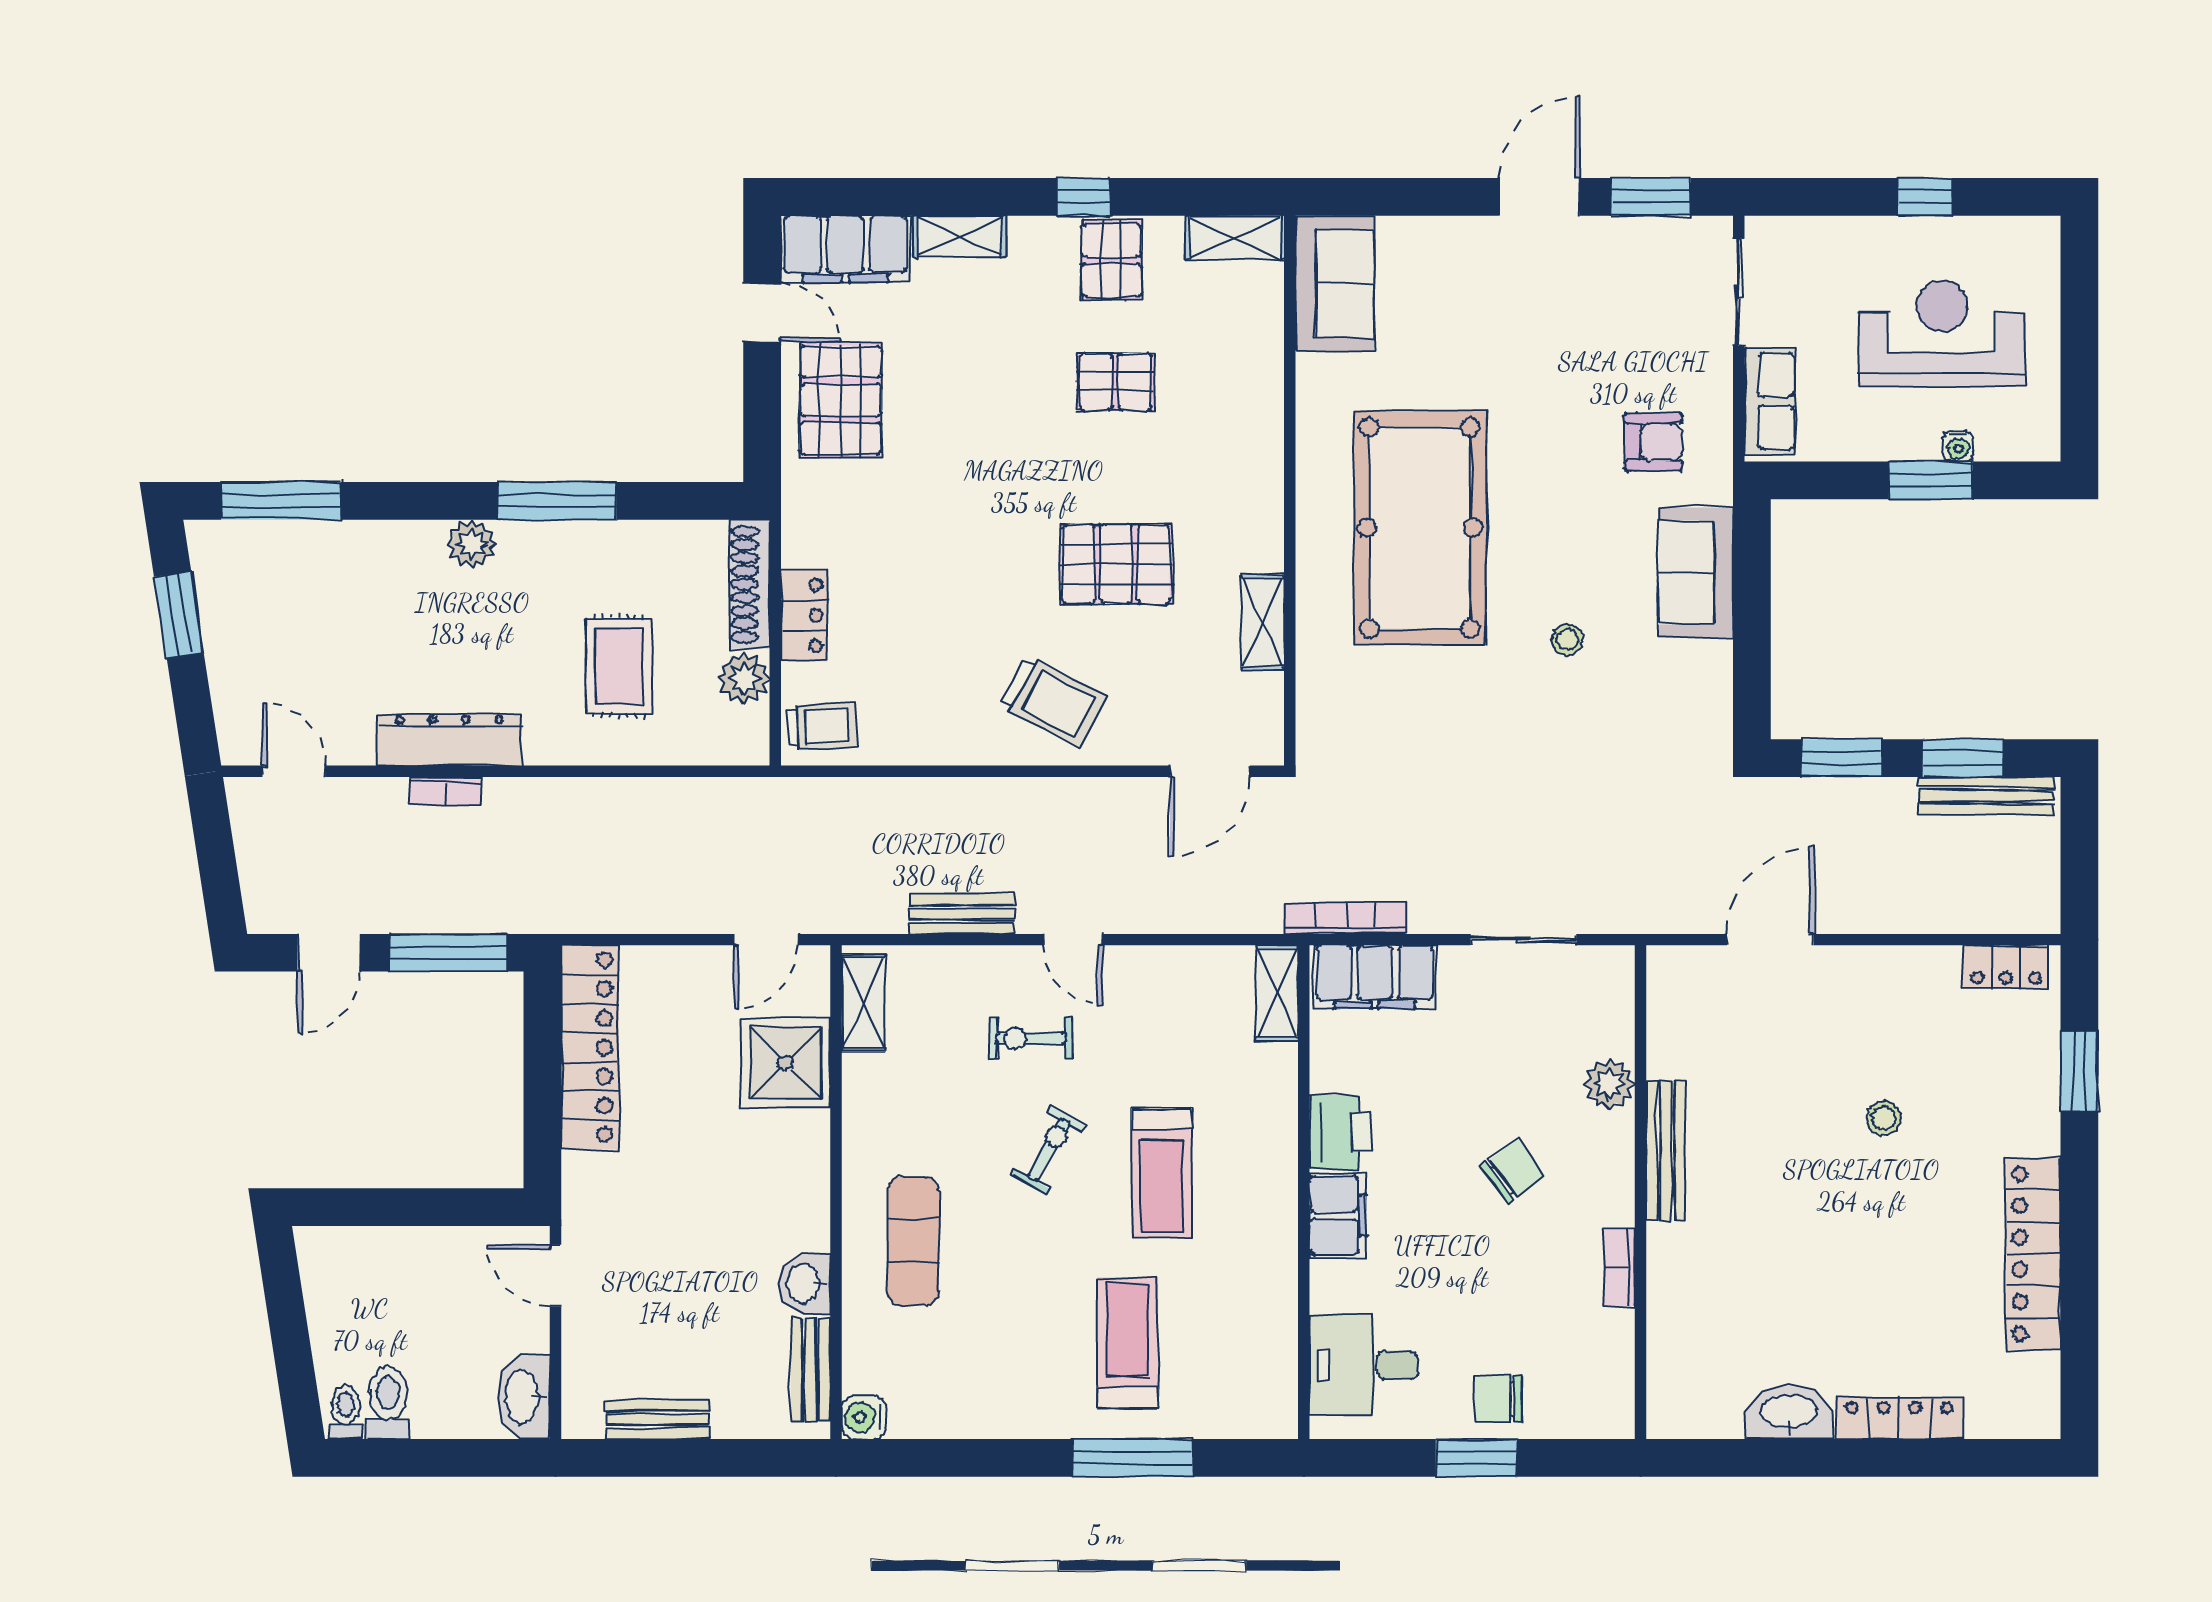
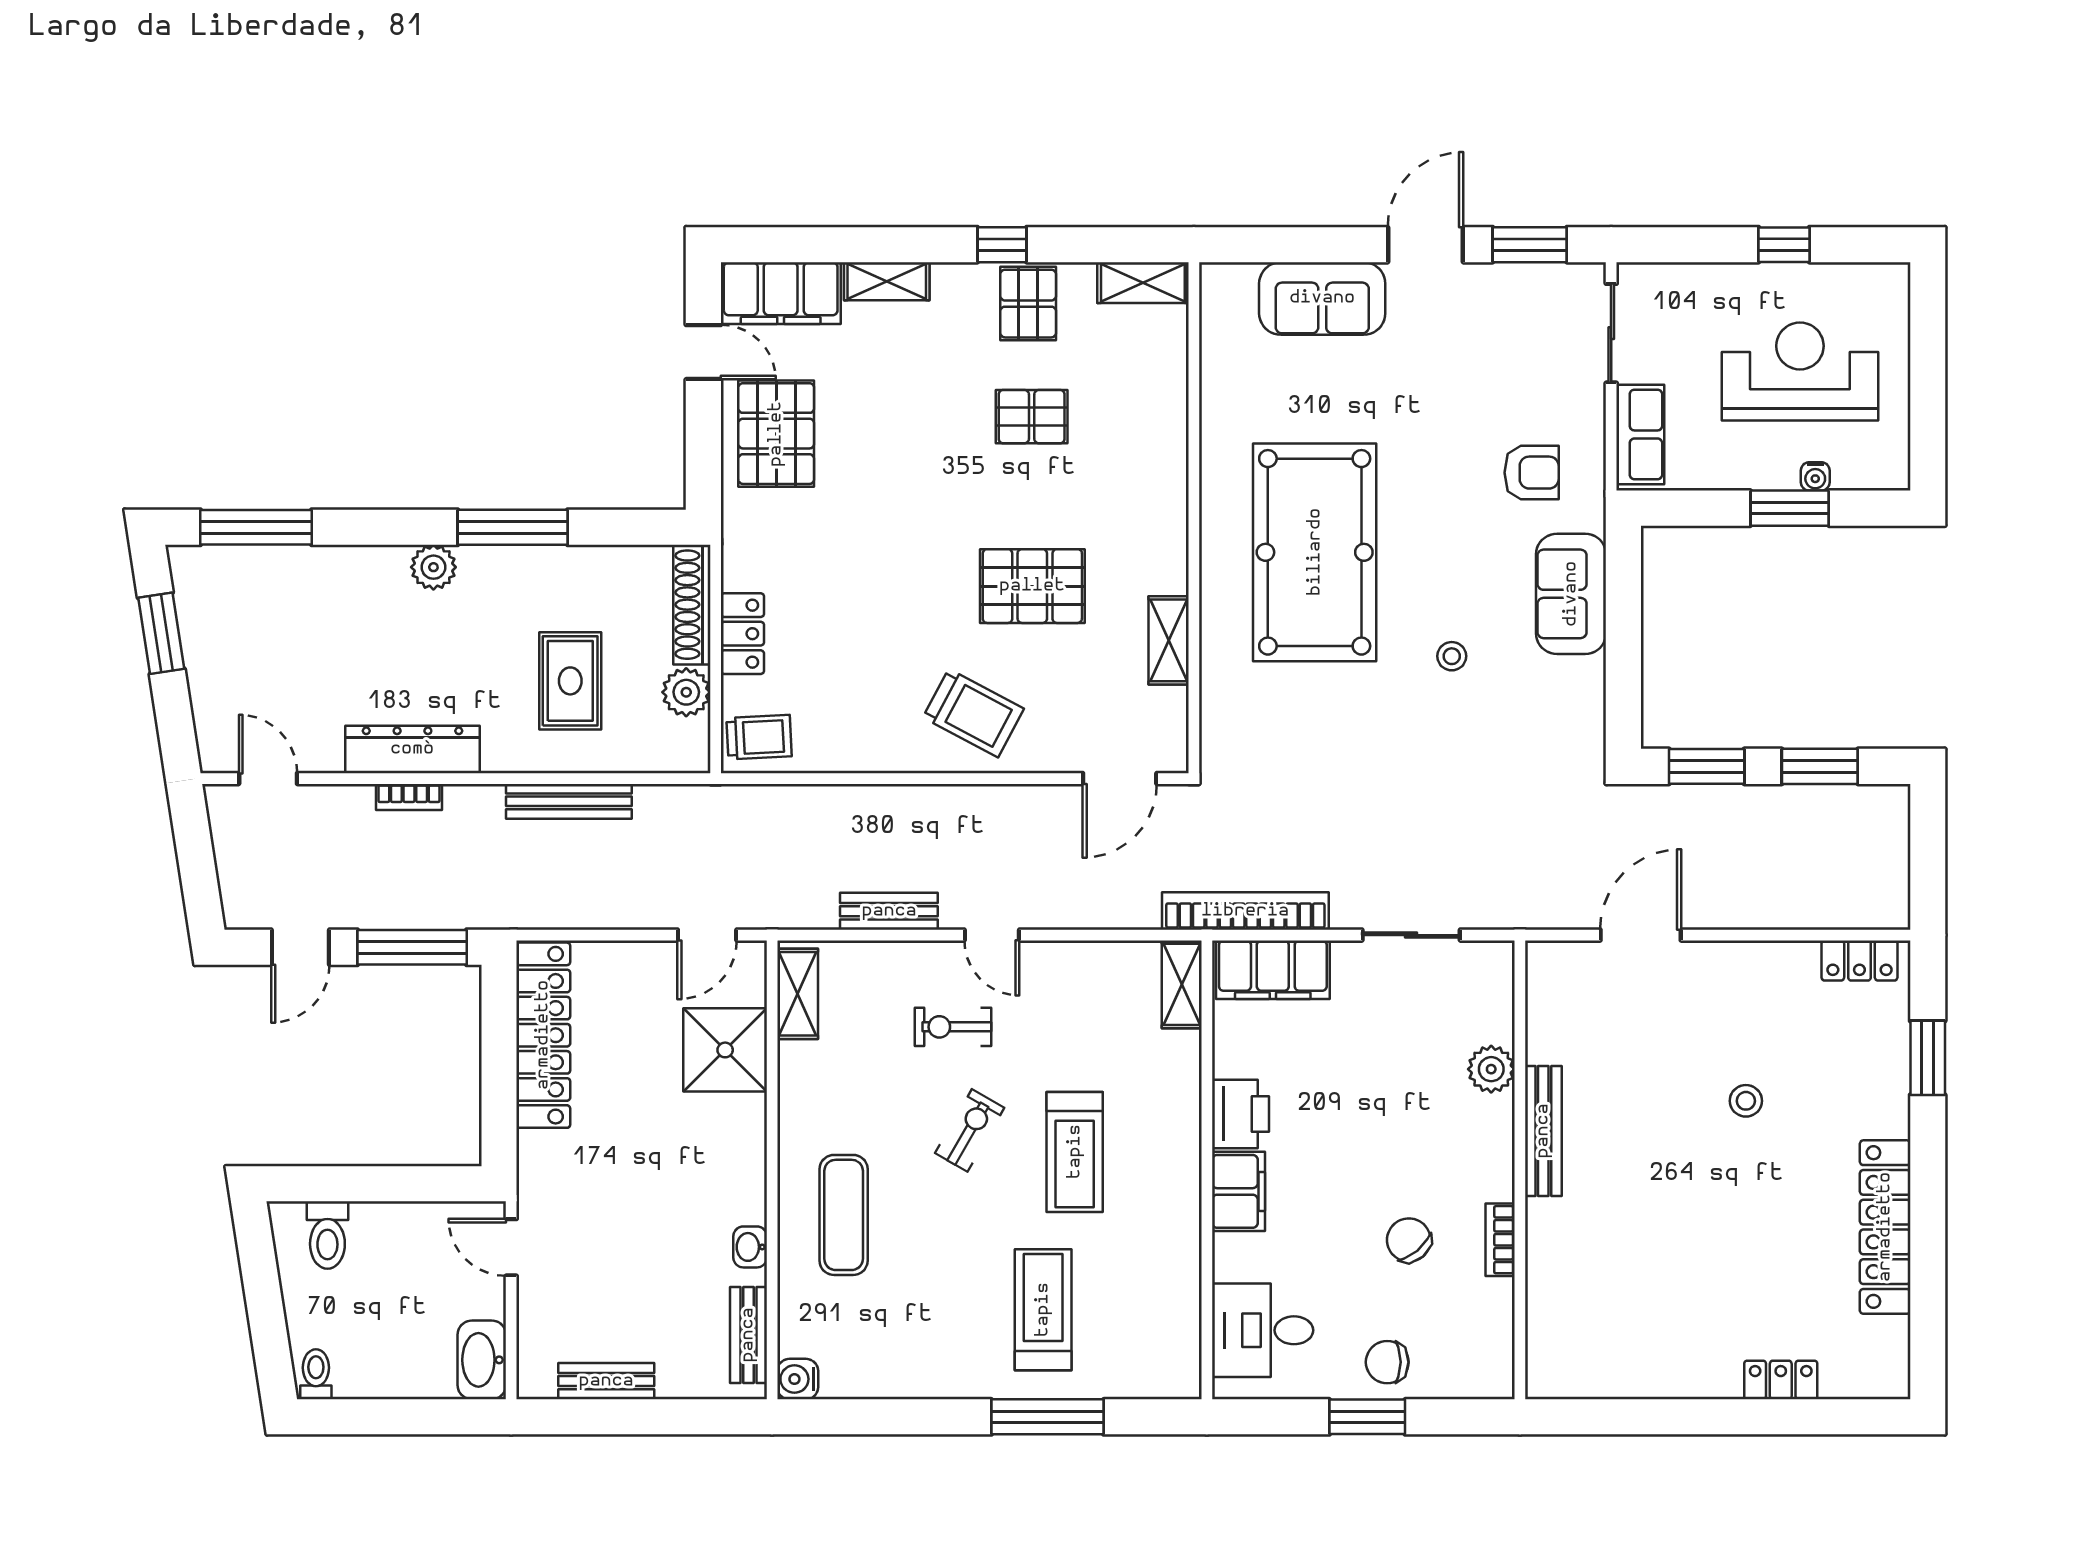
sofa: (1335, 283) -> (1322, 298), moved, turned 90
bench: (1986, 796) -> (569, 801), moved
bookcase: (1345, 919) -> (1245, 911), width x1.48, depth x1.31
chair: (1513, 1172) -> (1409, 1240), moved, turned -93
washbasin: (805, 1284) -> (750, 1247), width x0.72, depth x0.69
toilet: (388, 1403) -> (327, 1235), moved, turned 180
washbasin: (1789, 1413) -> (1658, 1375), removed
locker: (1899, 1418) -> (1781, 1380), width x0.66

